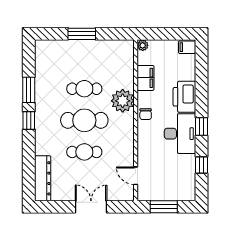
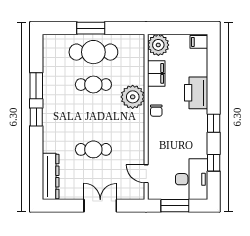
plant: (143, 45) -> (158, 45), width x1.88, depth x1.88
cafe table: (84, 120) -> (93, 52), moved
desk: (180, 134) -> (192, 179), moved

